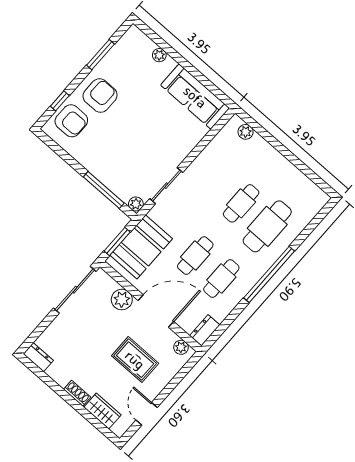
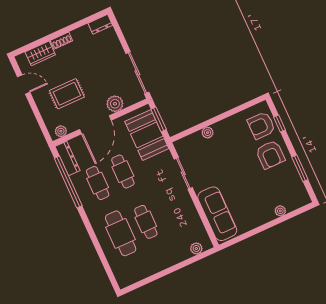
sofa: (195, 97) -> (217, 214), moved, turned 90
window: (104, 190) -> (200, 126), removed
plant: (136, 204) -> (208, 133), moved
window: (269, 275) -> (68, 182), moved
dresser: (205, 330) -> (68, 158), width x1.44

